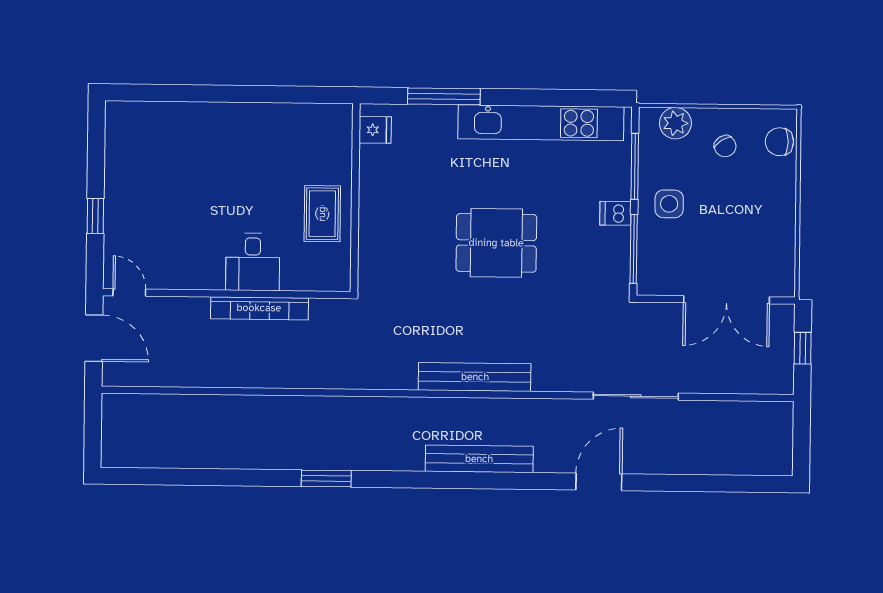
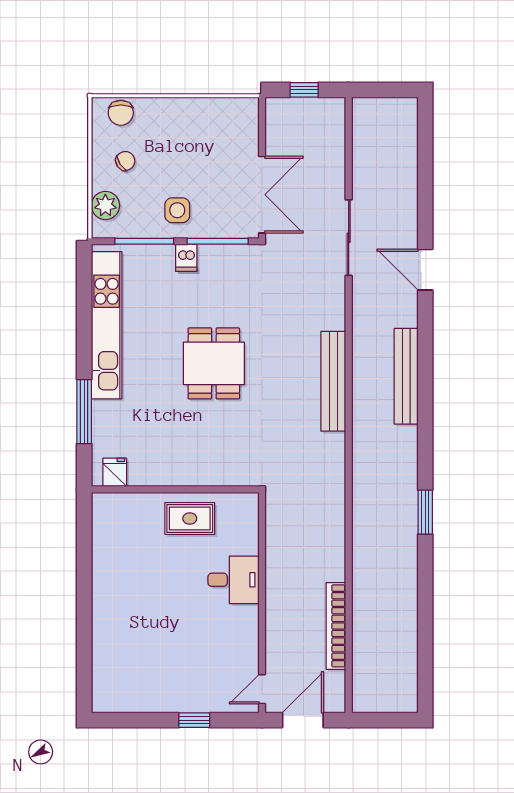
double door: (726, 300) -> (262, 195), moved
bookcase: (259, 308) -> (336, 626), moved, turned 180

